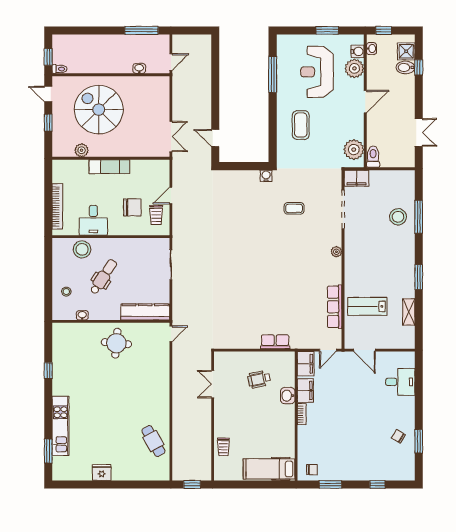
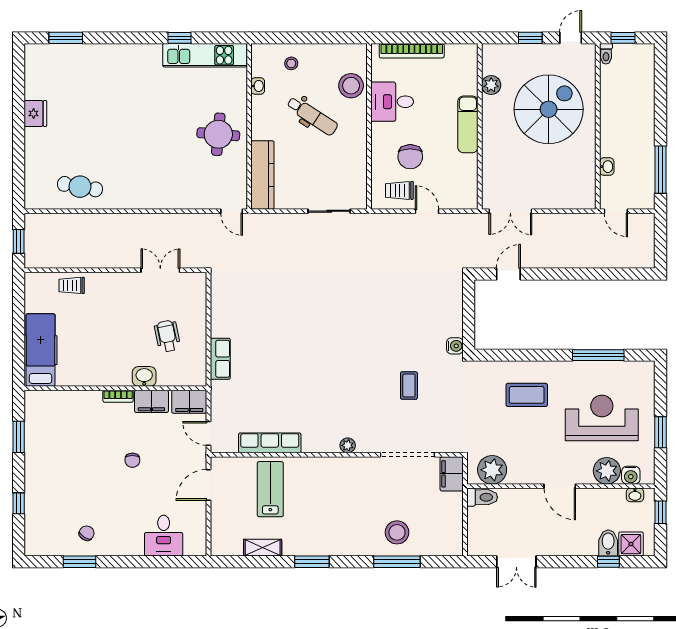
kitchen unit: (60, 426) -> (205, 55), moved
cafe table: (153, 441) -> (80, 187), turned 39
chair: (312, 470) -> (132, 460), moved

